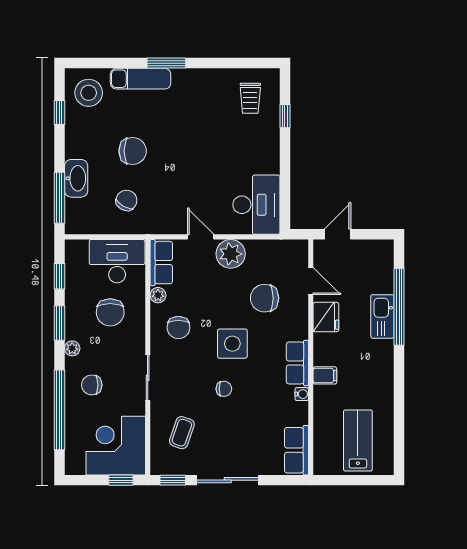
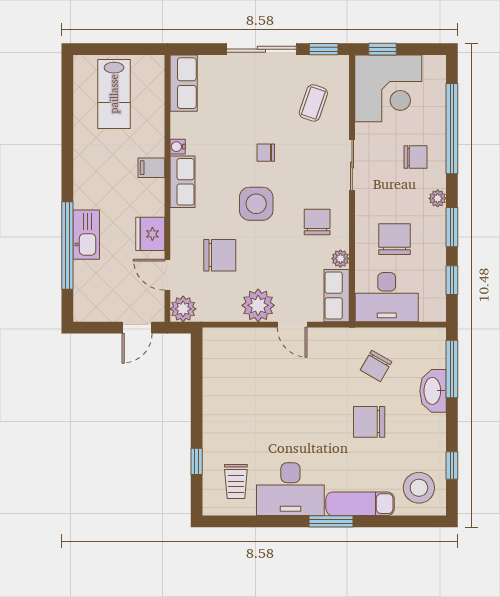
trolley: (250, 98) -> (236, 482), turned 180
desk: (256, 205) -> (290, 489), moved, turned -90
plant: (297, 251) -> (183, 309), added

